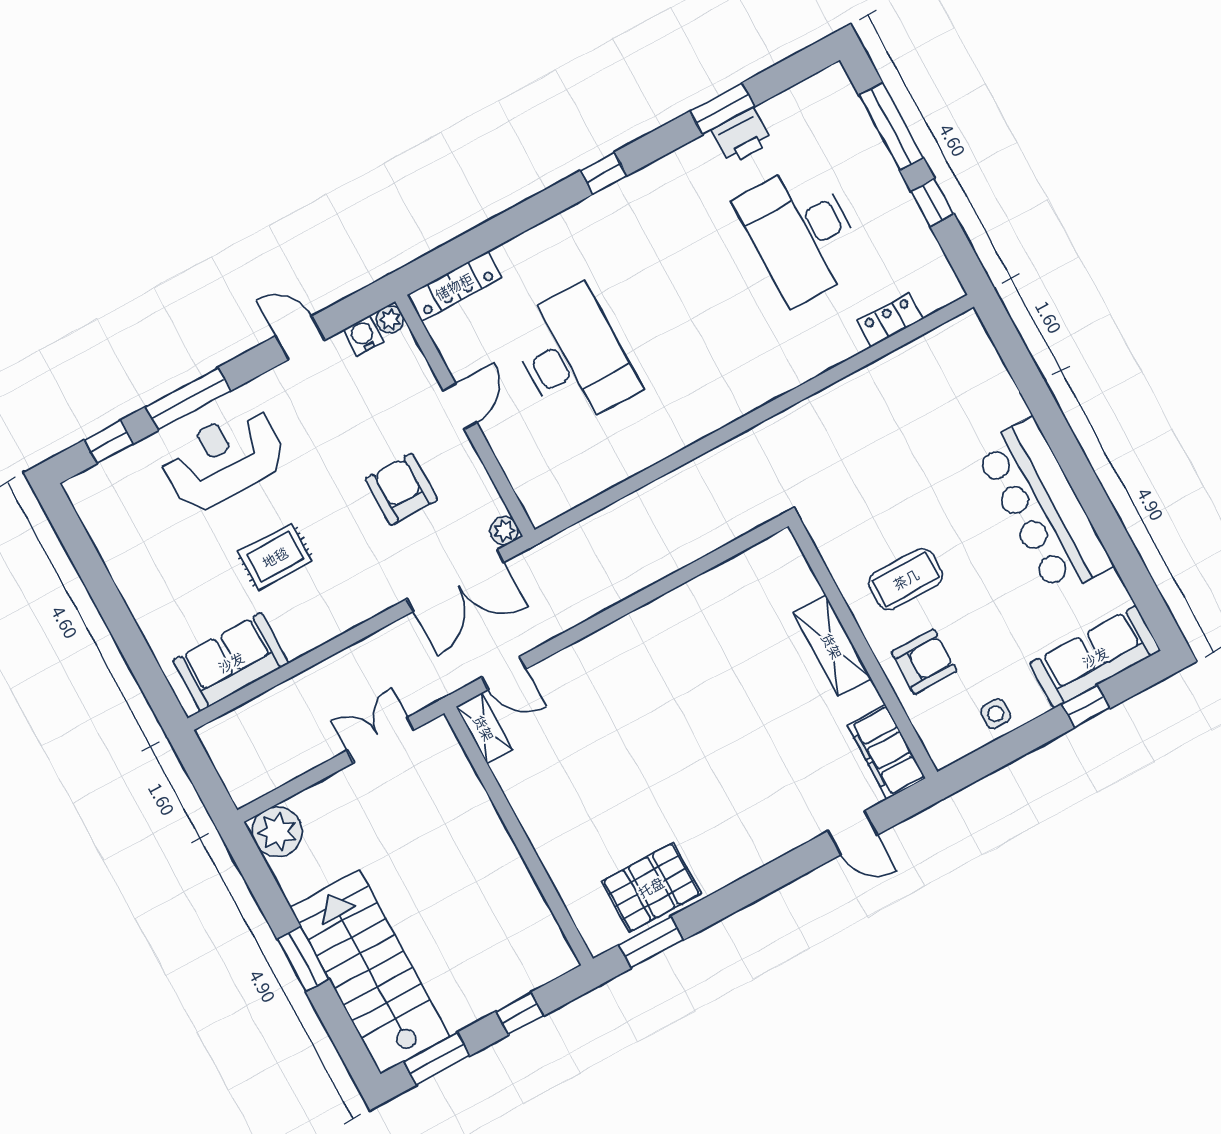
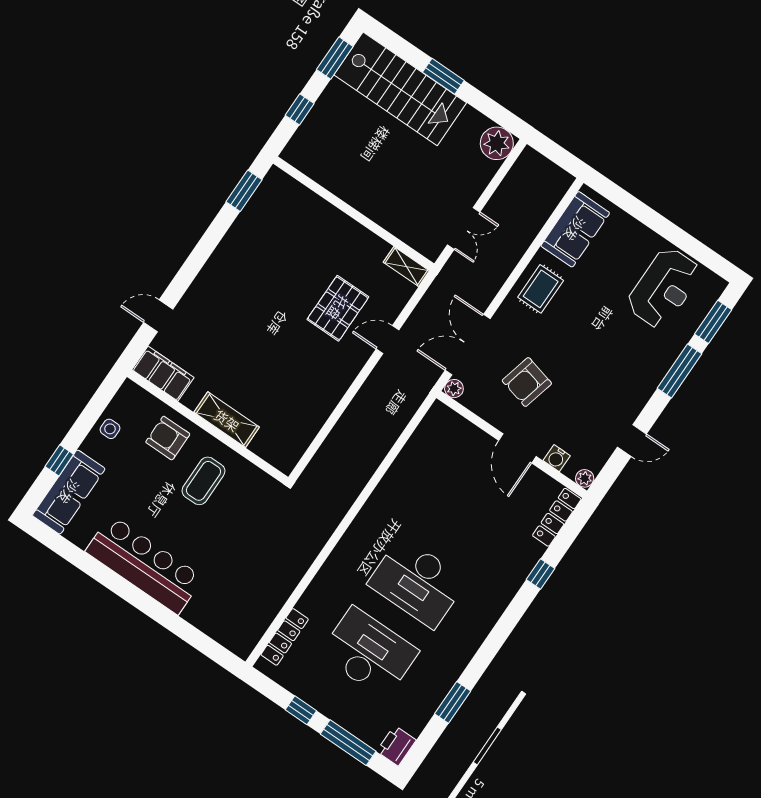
printer: (742, 136) -> (396, 746), moved
window: (604, 173) -> (540, 574), moved
locker: (890, 320) -> (285, 637), width x1.53
water cooler: (363, 335) -> (557, 458), moved, turned 90
desk: (573, 357) -> (417, 582), moved
door: (460, 406) -> (517, 448), width x1.38
window: (109, 442) -> (713, 322), width x1.50
reception desk: (223, 459) -> (664, 288), moved
armchair: (401, 489) -> (527, 382), turned 104
rug: (275, 557) -> (541, 289), moved
armchair: (924, 662) -> (168, 438), turned 90
door: (504, 673) -> (388, 340), moved
pallet: (651, 887) -> (338, 308), moved

